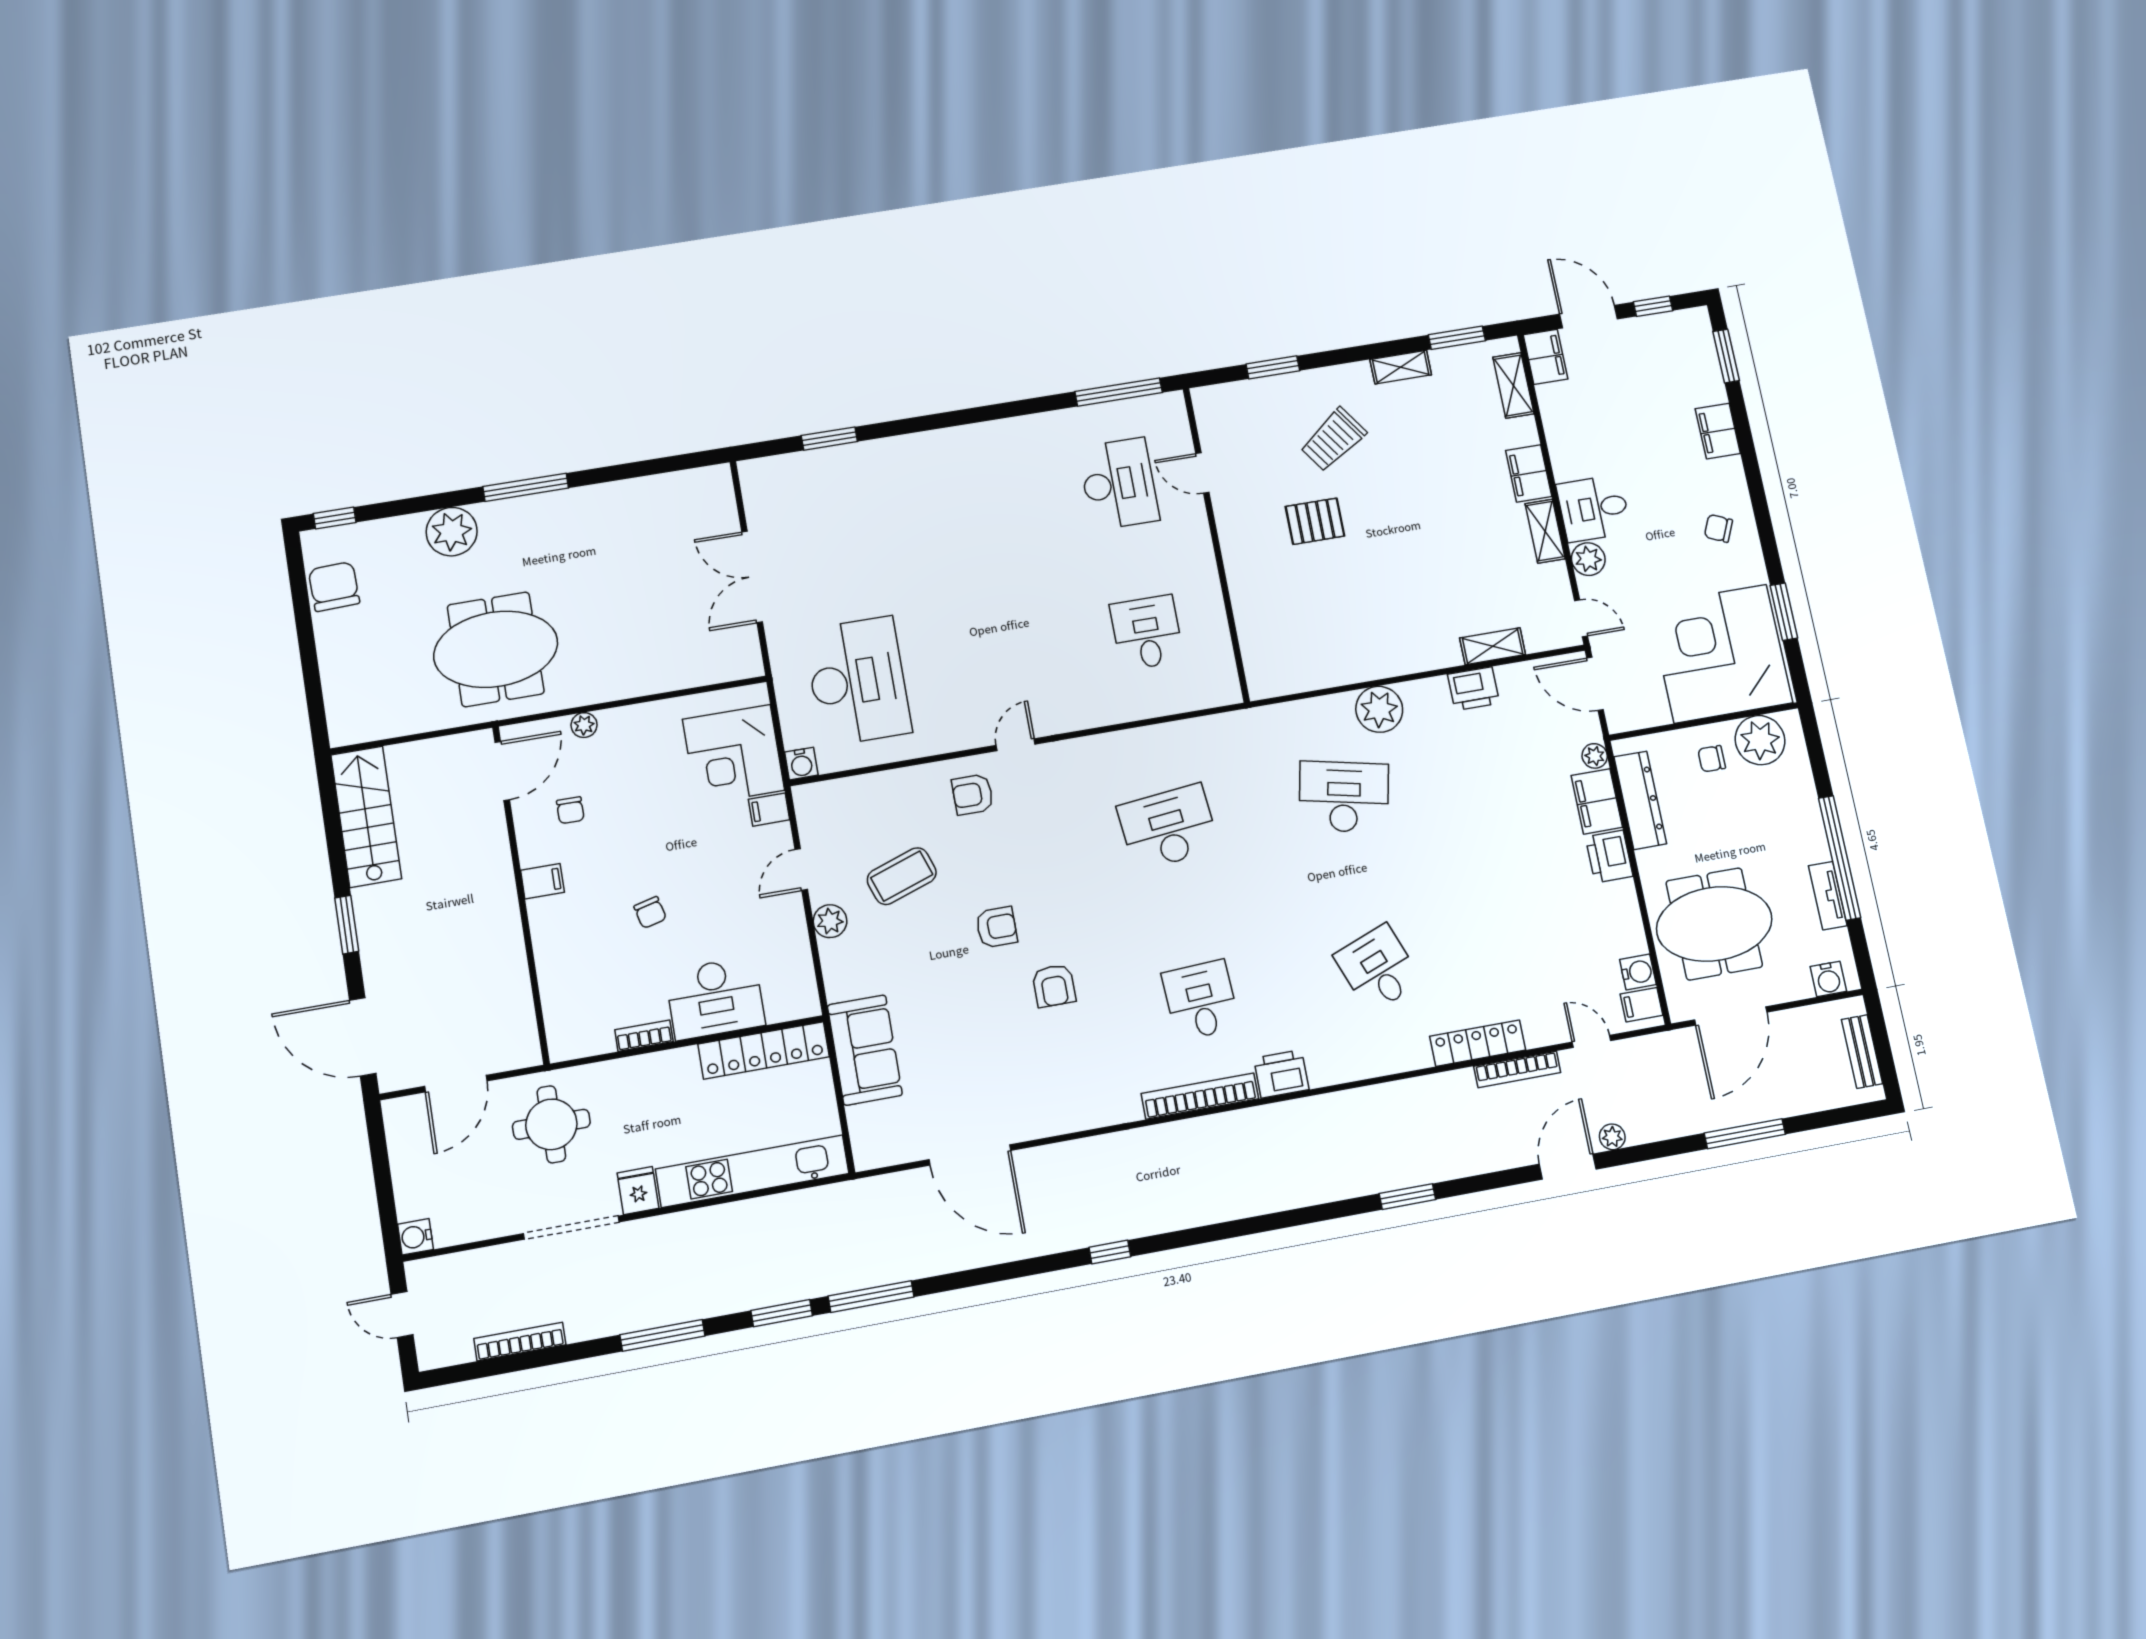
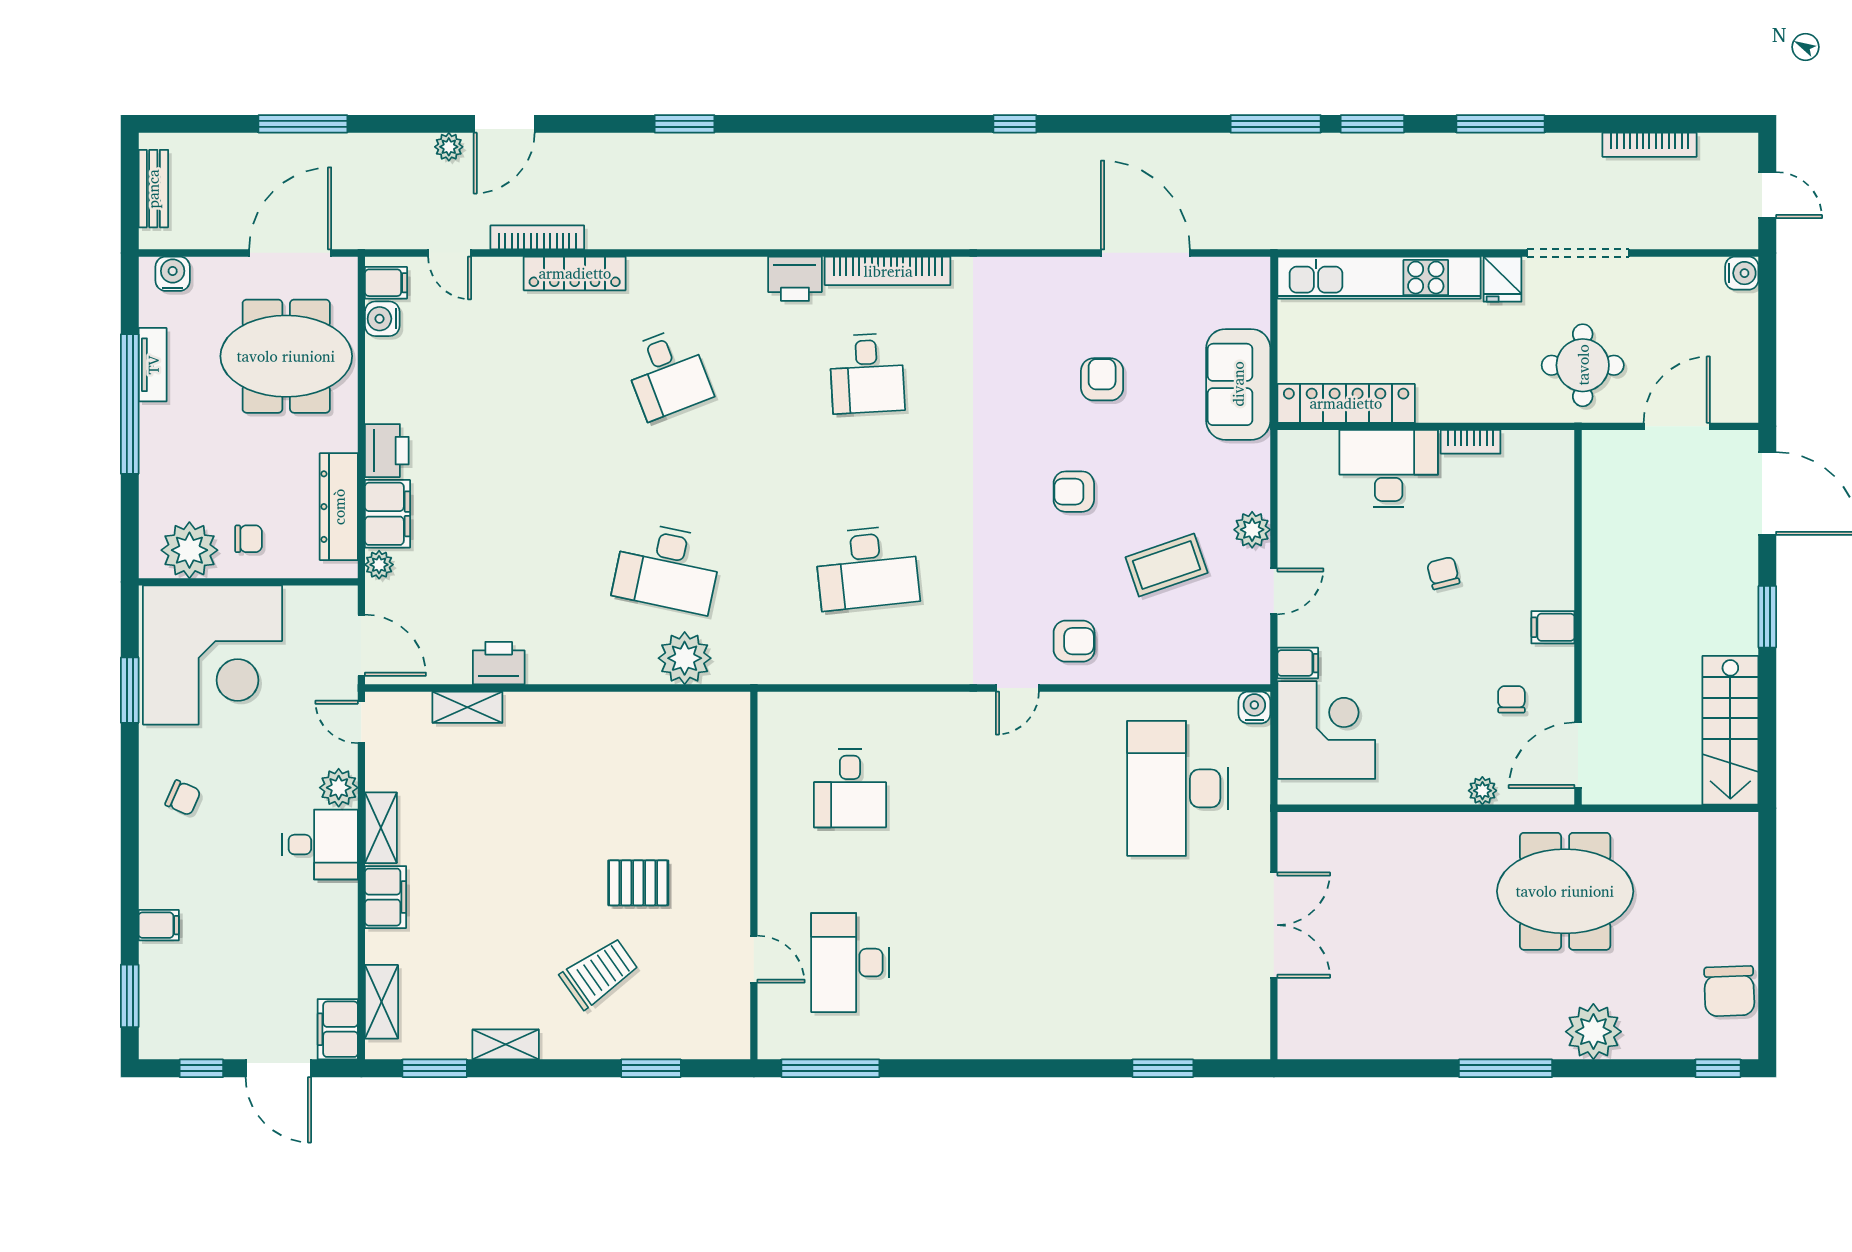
filing cabinet: (1718, 431) -> (159, 925), width x0.50
plant: (1379, 709) -> (685, 658), moved
armchair: (1054, 986) -> (1102, 379), moved

